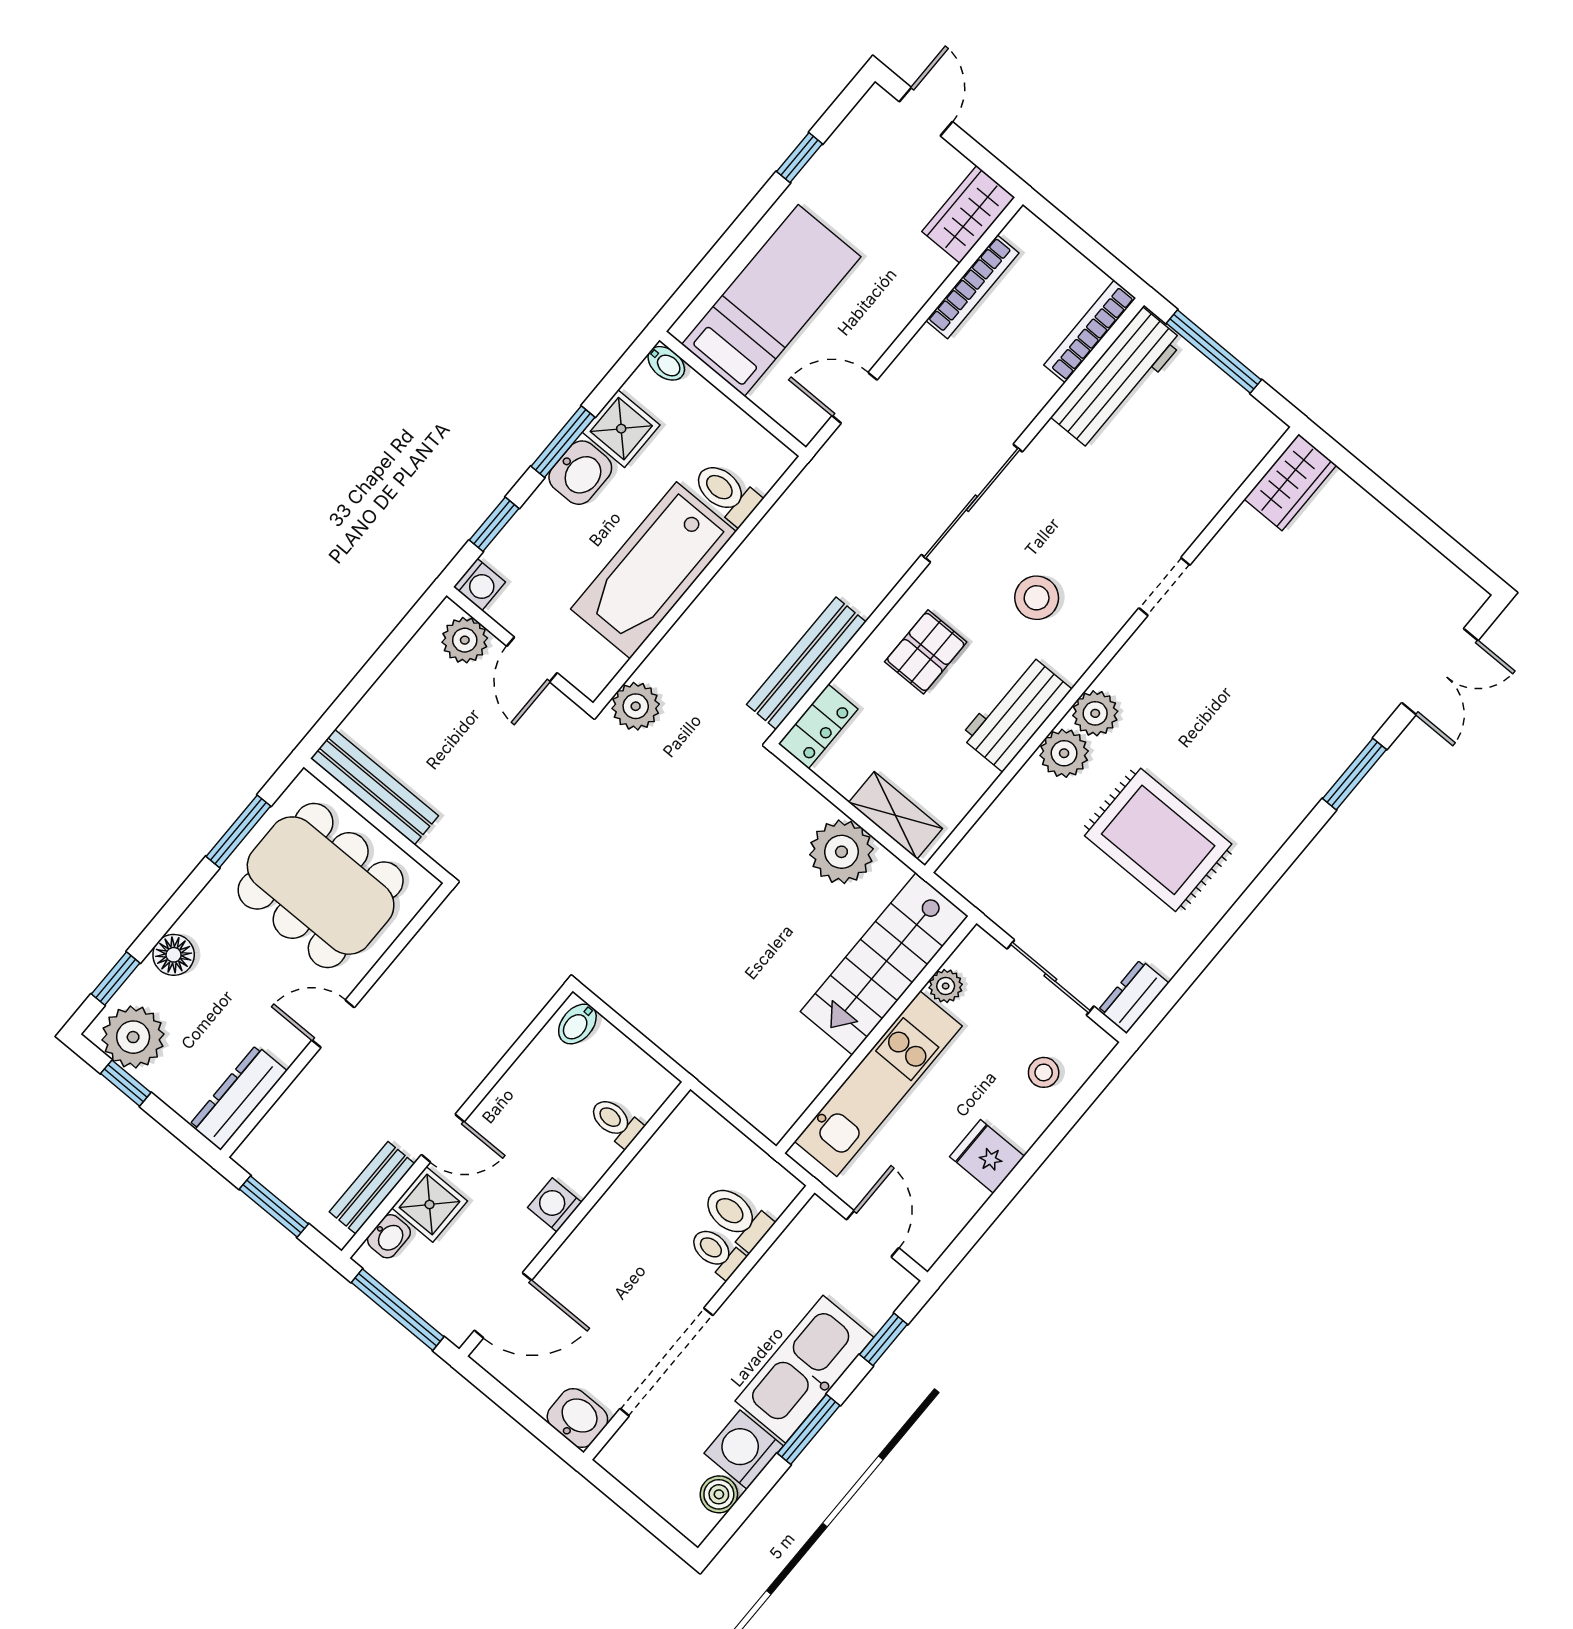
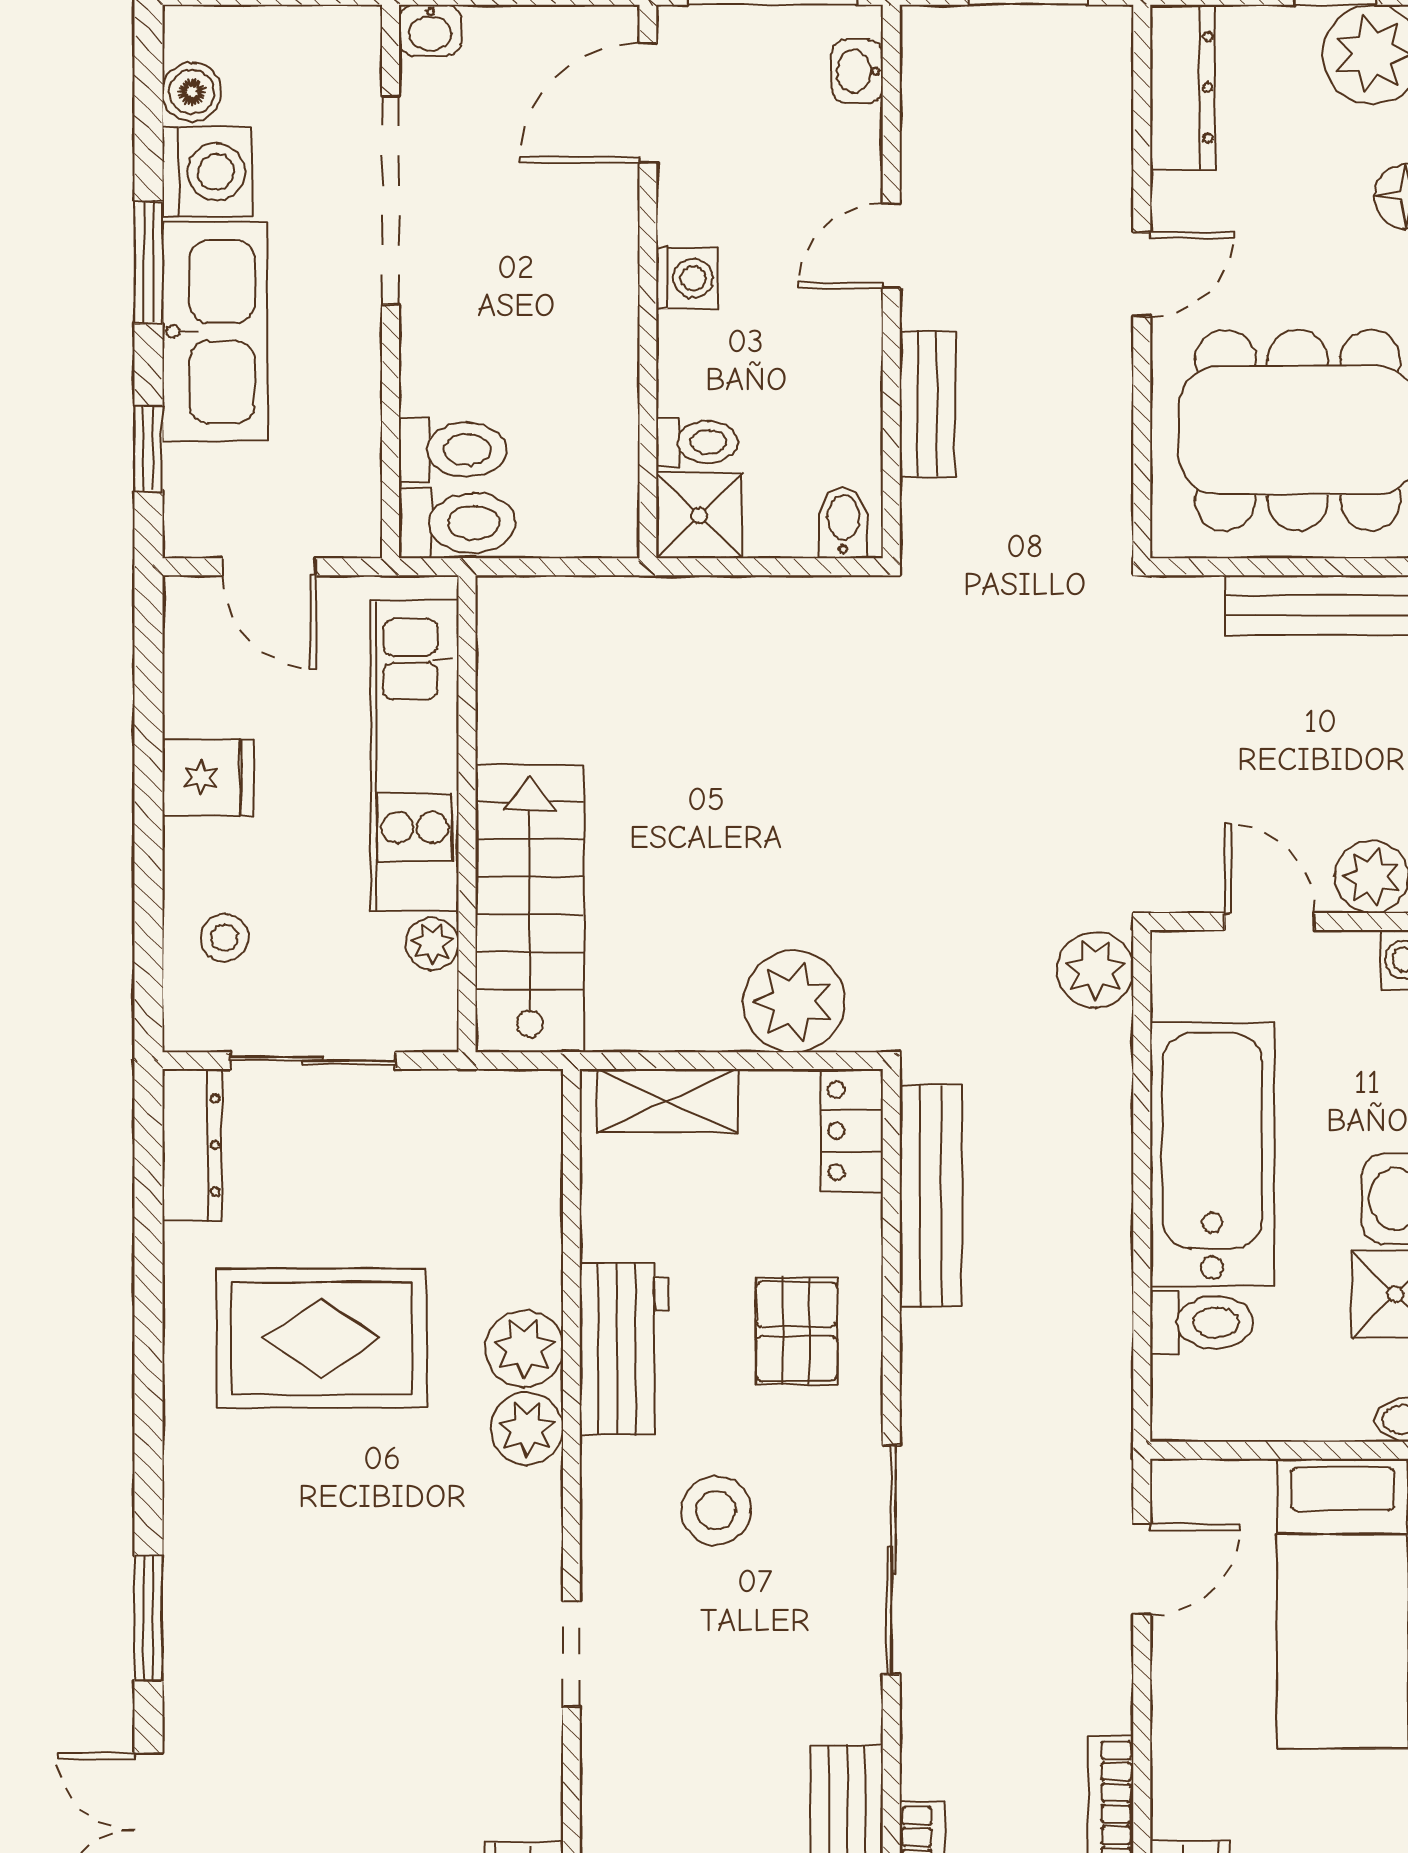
plant: (841, 852) -> (794, 1002), moved
dresser: (1133, 997) -> (192, 1145), width x1.44
bench: (372, 1188) -> (928, 404), moved
shower: (430, 1205) -> (699, 516), moved
toilet: (717, 1252) -> (457, 523), moved, width x1.37, depth x1.39
washbasin: (577, 1418) -> (430, 30), width x0.72, depth x0.69

